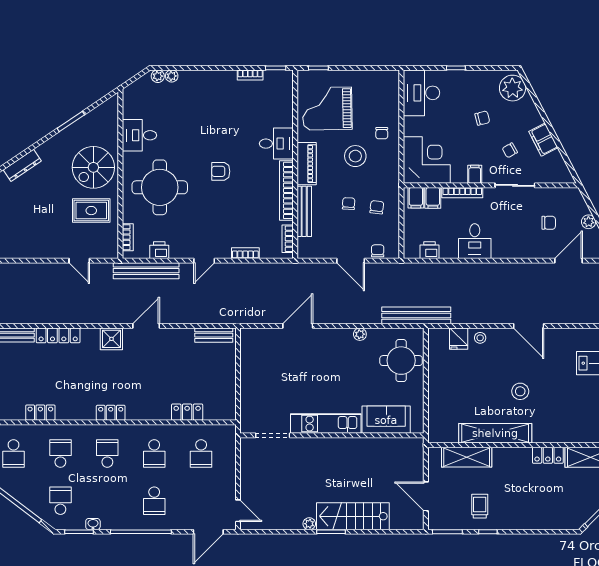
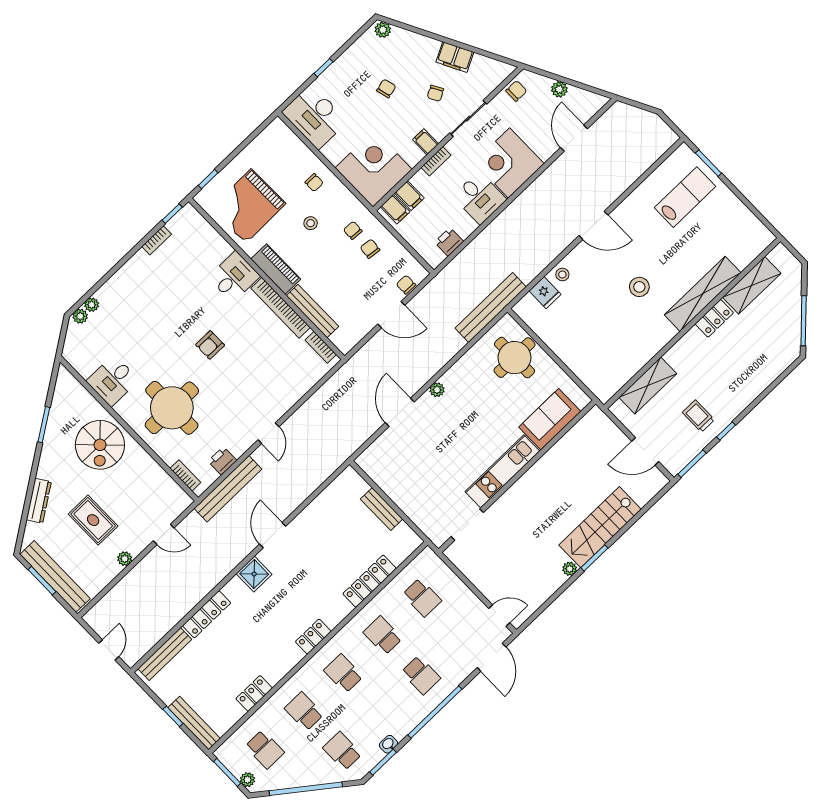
plant: (513, 88) -> (383, 30), width x0.53, depth x0.53
stool: (355, 156) -> (311, 223), width x0.53, depth x0.53
bookcase: (462, 193) -> (436, 161), width x0.64
chair: (349, 204) -> (353, 230), moved
rug: (91, 211) -> (93, 520), moved, turned 90
chair: (549, 223) -> (516, 91), moved
corner desk: (514, 237) -> (509, 163), added
plant: (41, 252) -> (125, 559), added
bookcase: (245, 253) -> (297, 394), removed
plant: (360, 334) -> (437, 390), moved
bench: (214, 335) -> (382, 509), moved, turned 90
locker: (187, 412) -> (370, 581), width x1.53
shelving: (495, 433) -> (703, 294), moved
school desk: (154, 453) -> (383, 635), turned 180

